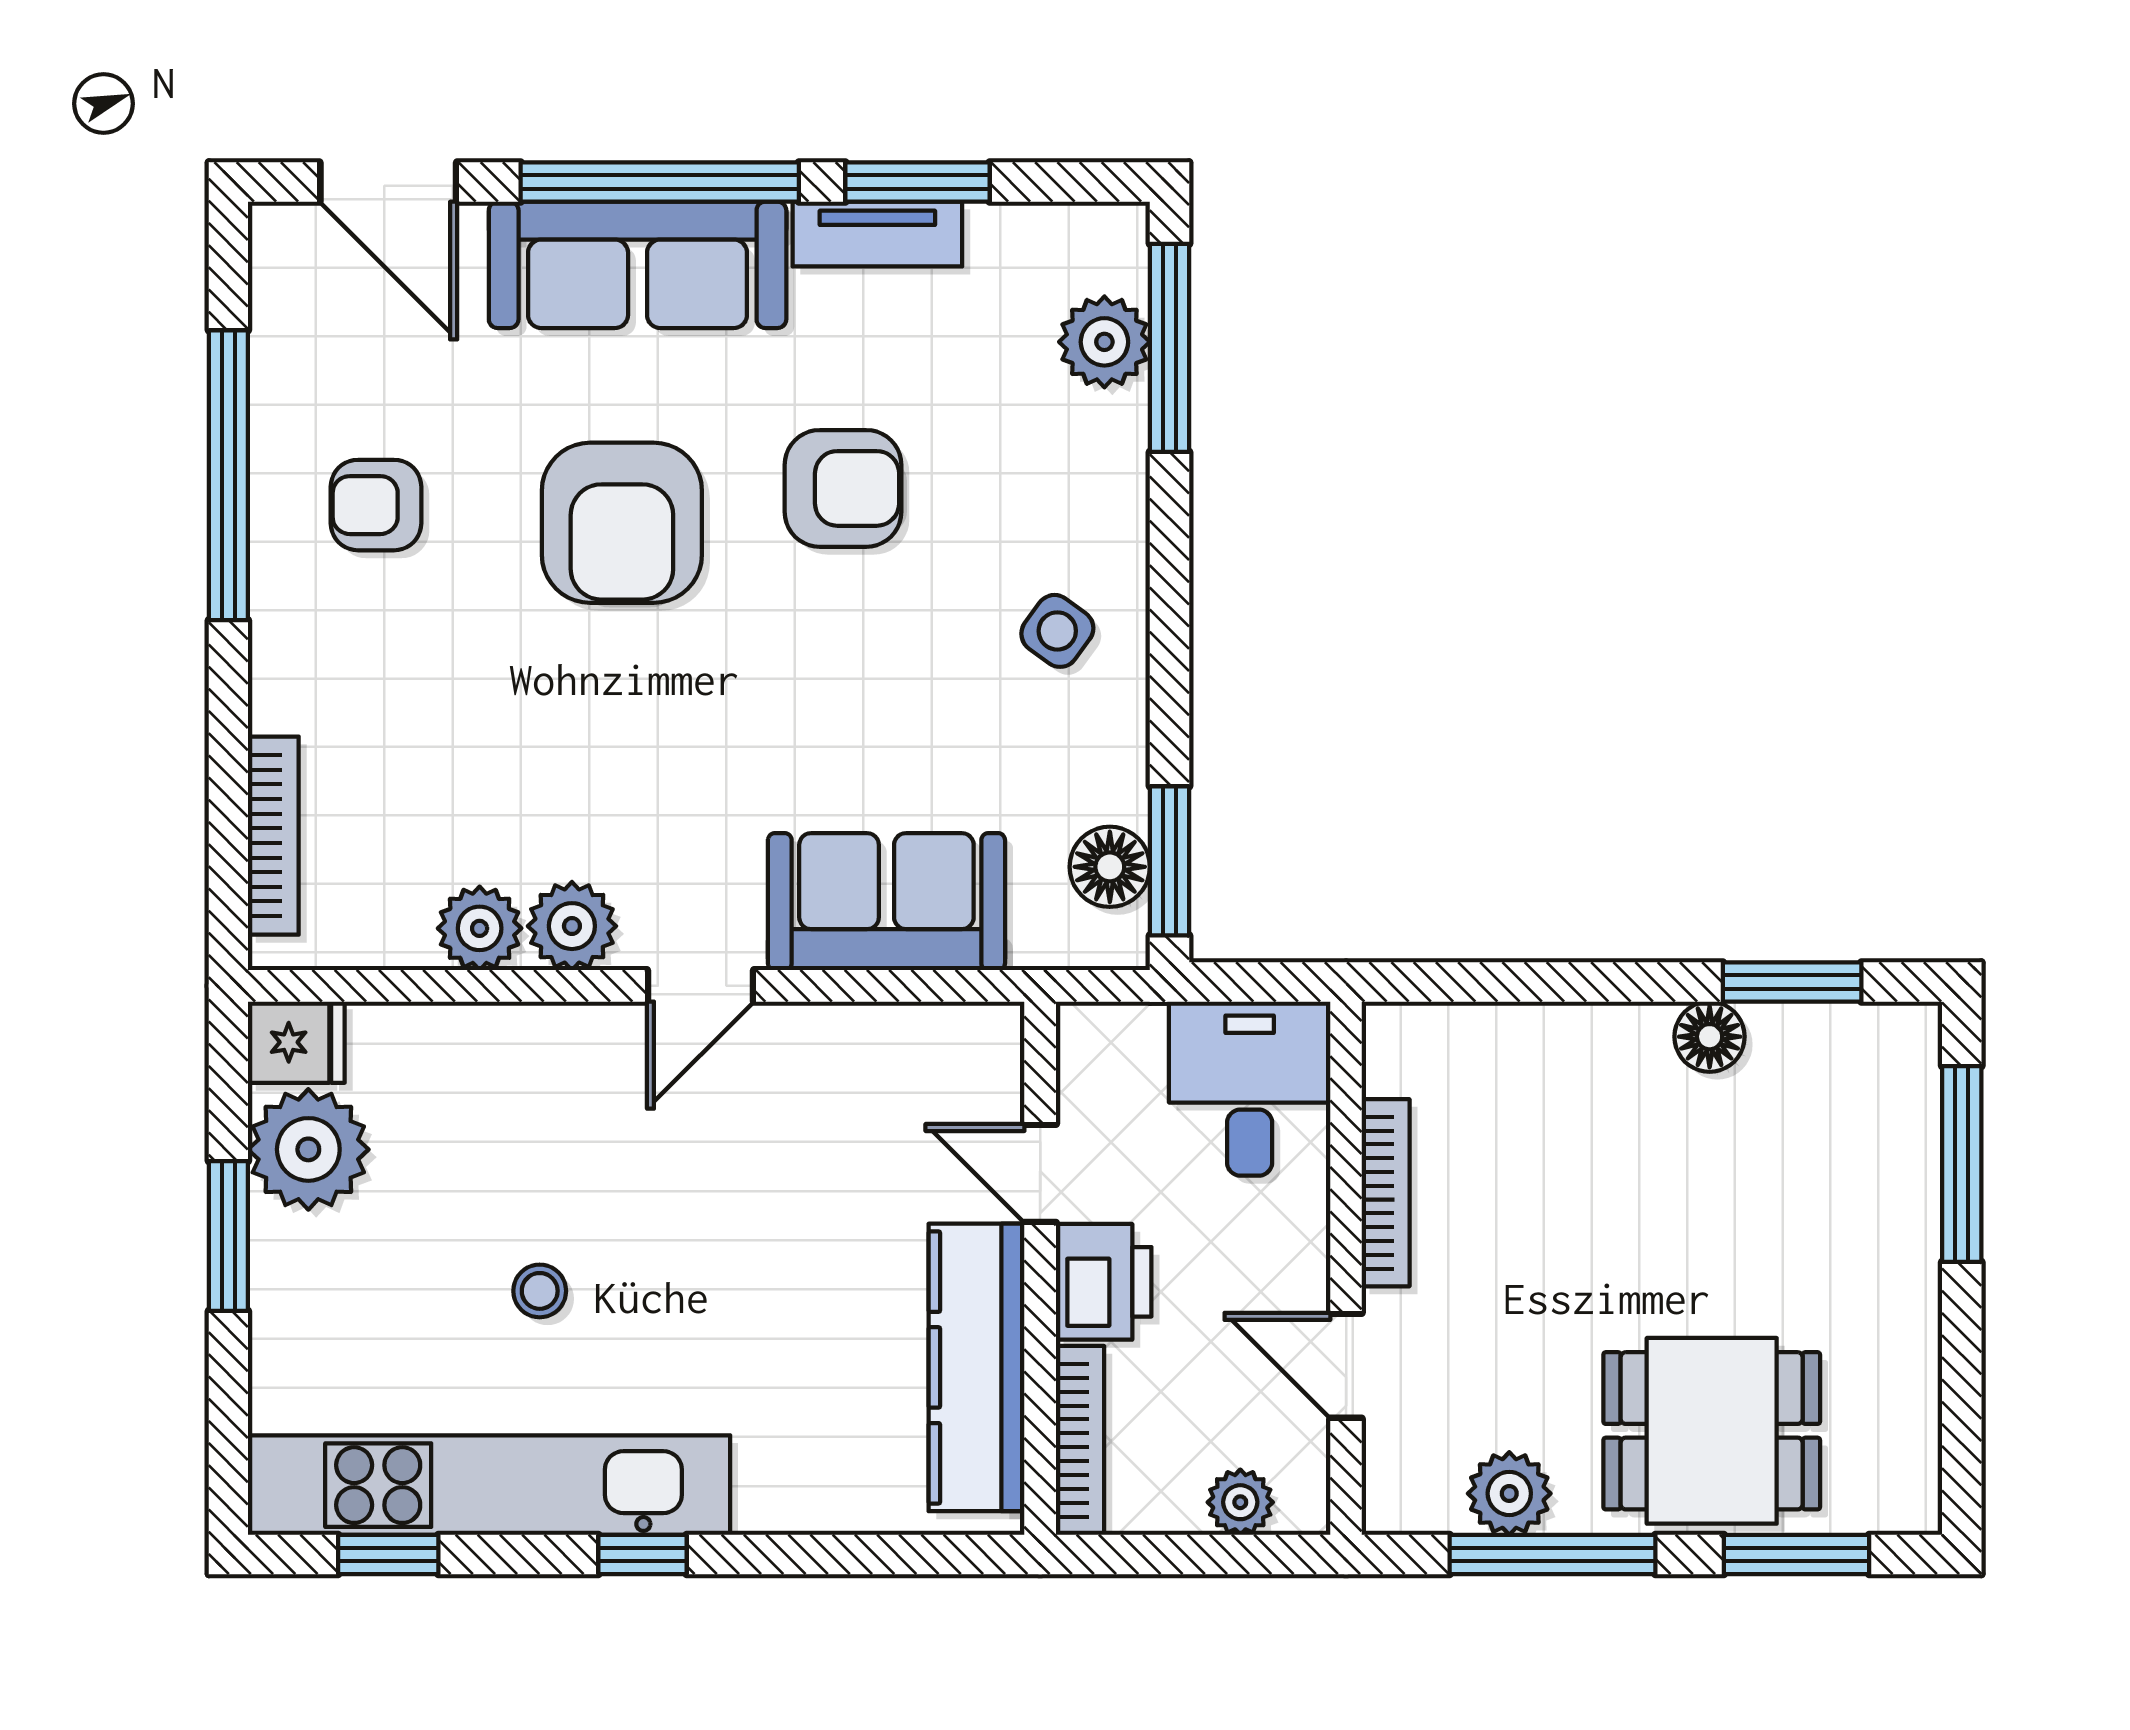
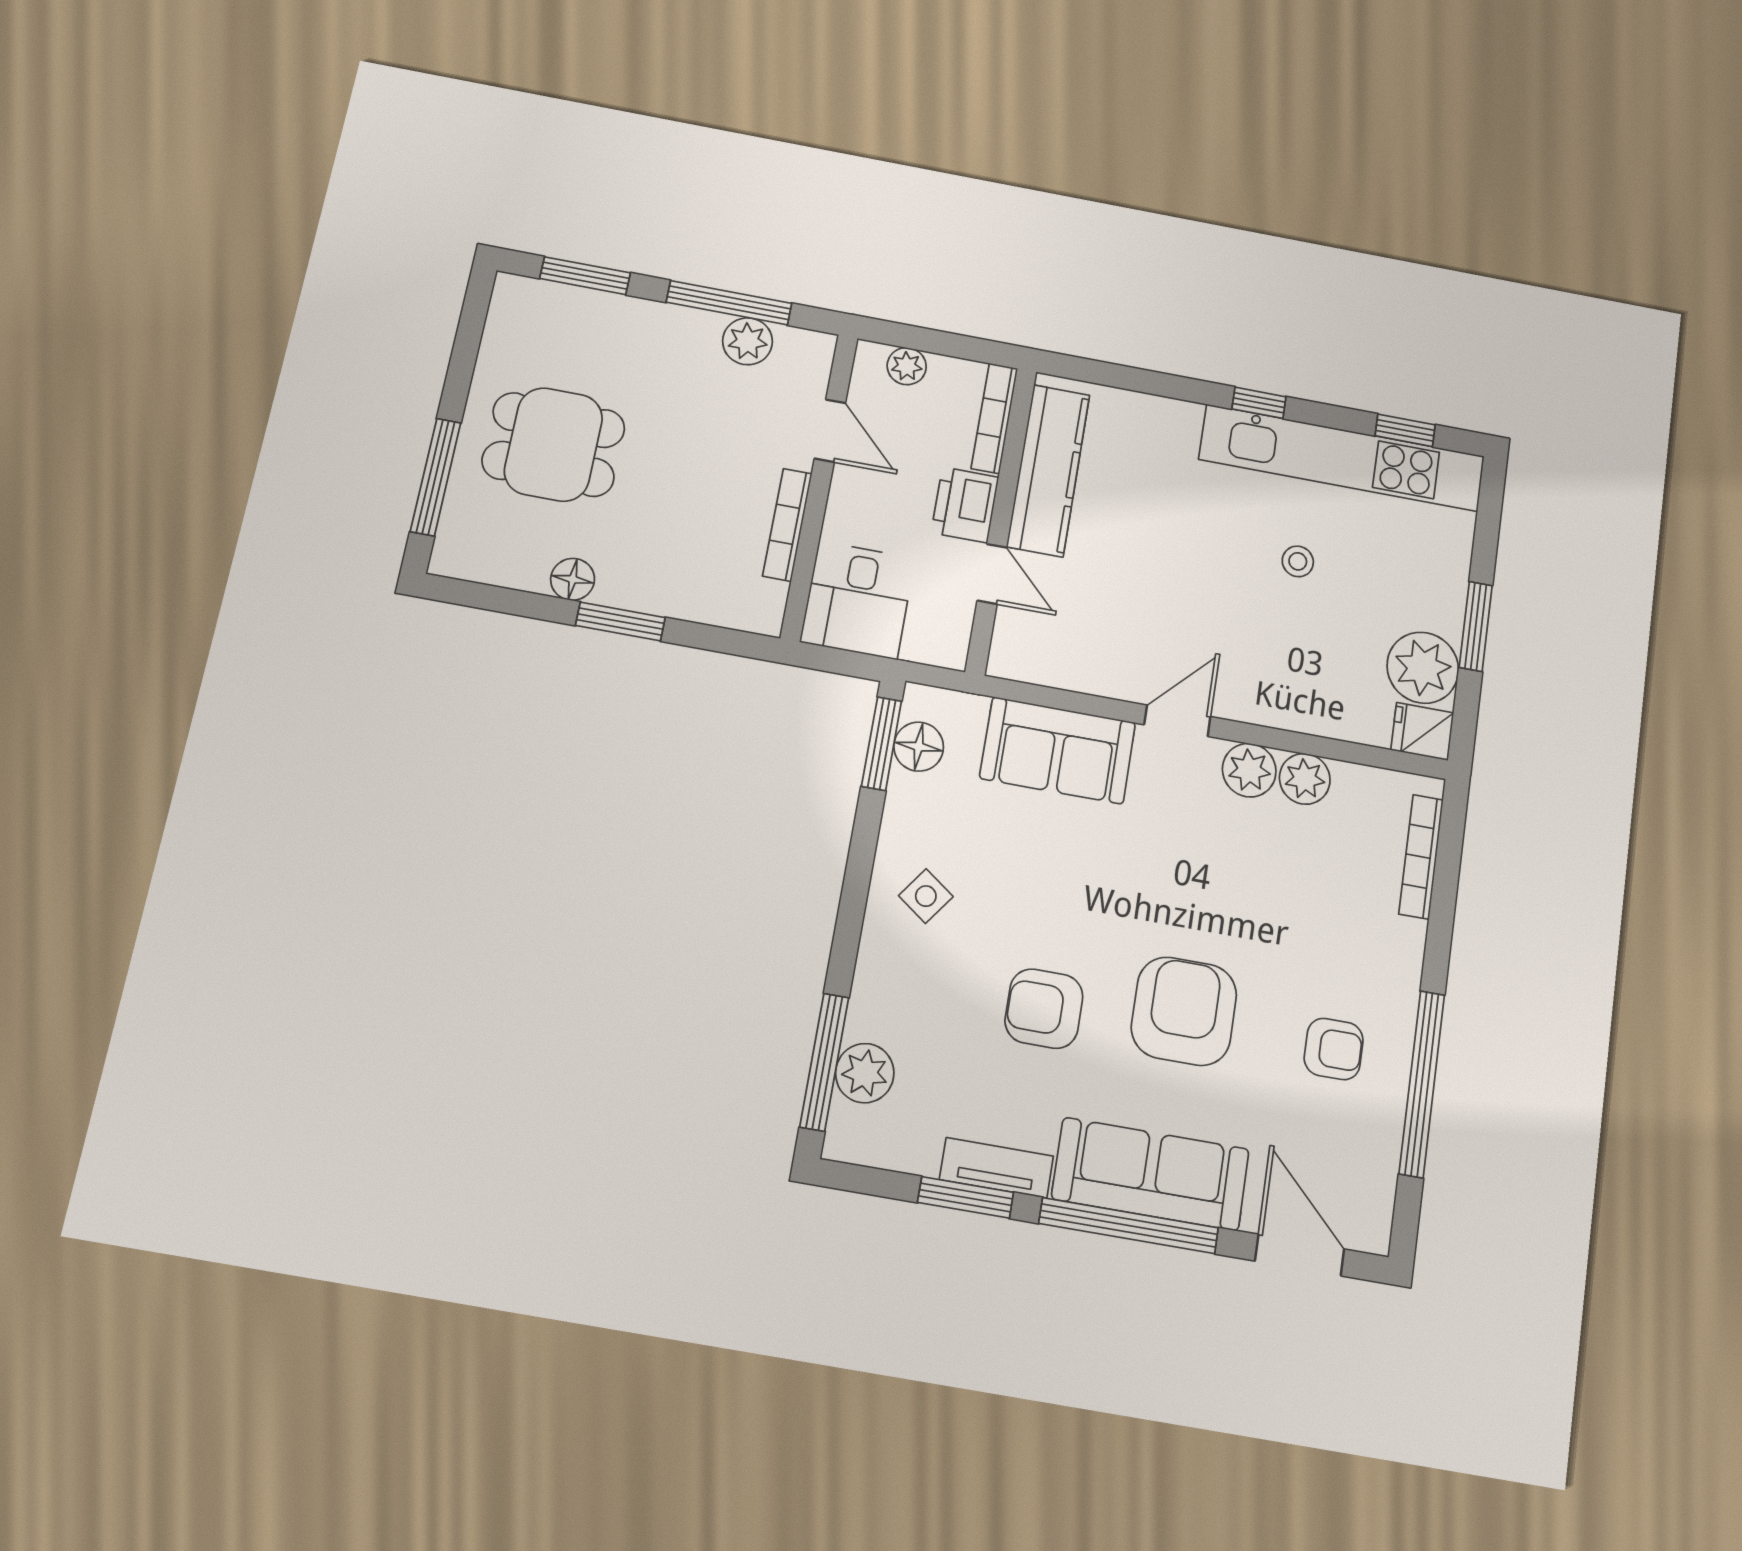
window: (1792, 982) -> (620, 621), moved
dining table: (1712, 1431) -> (553, 444), moved

